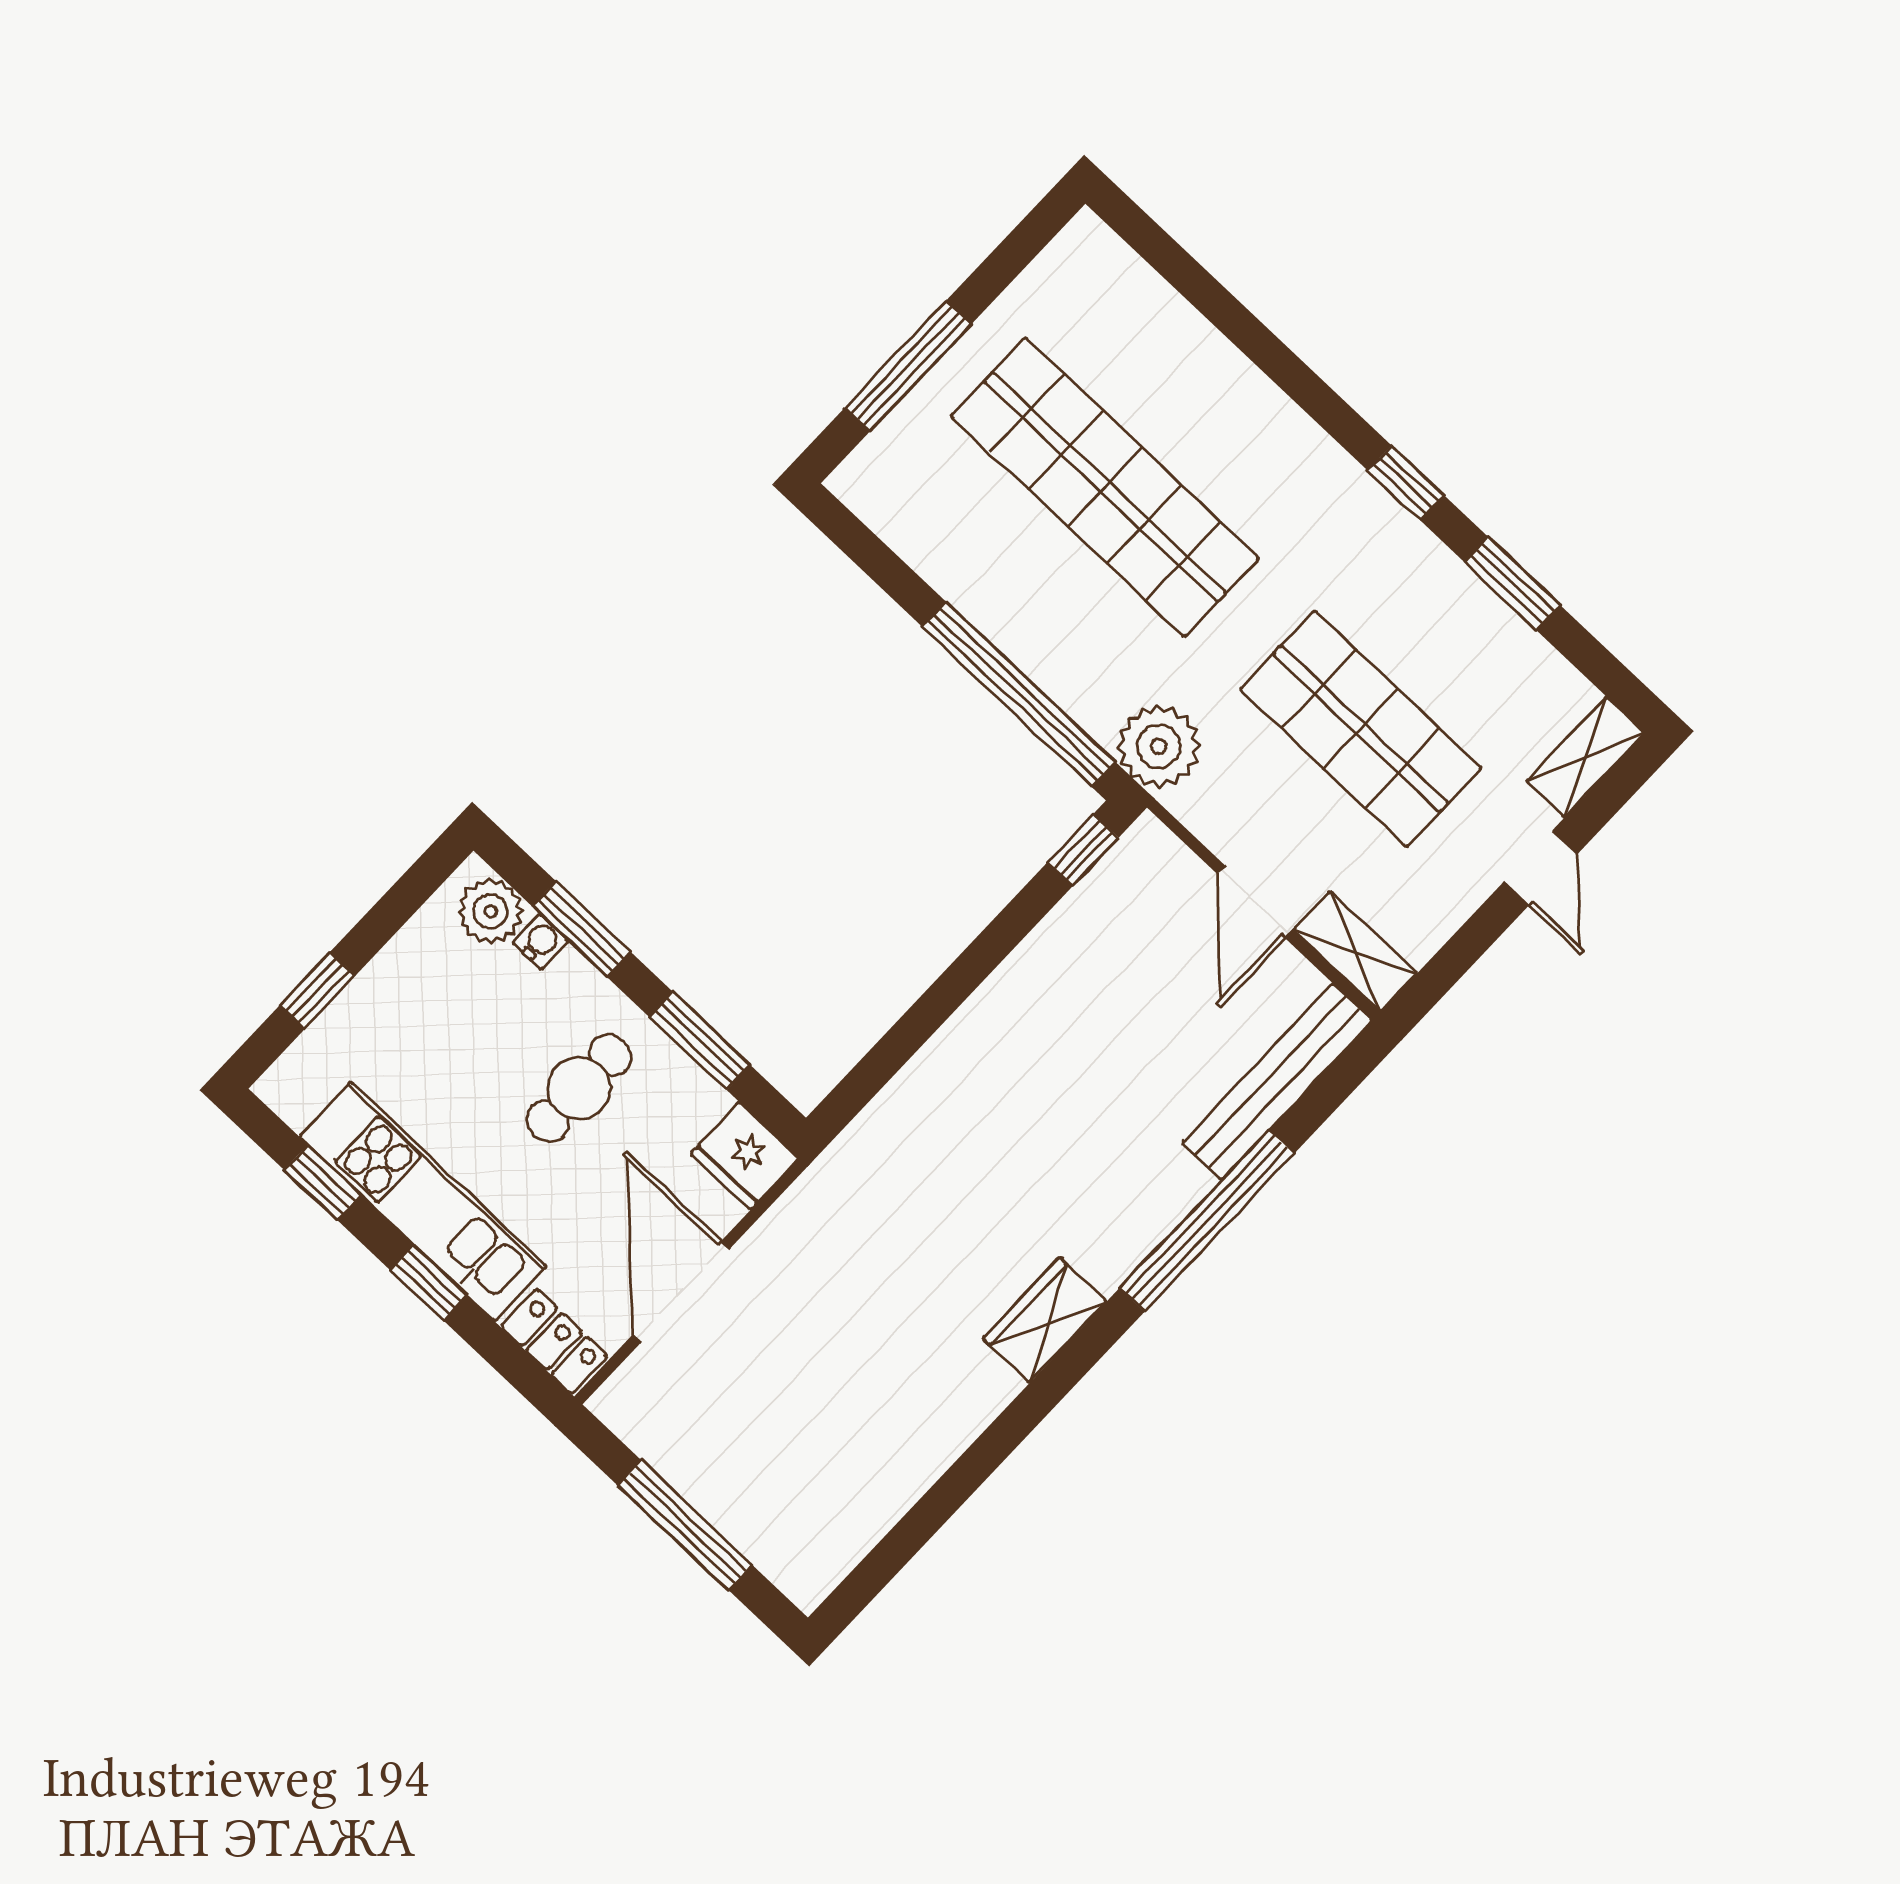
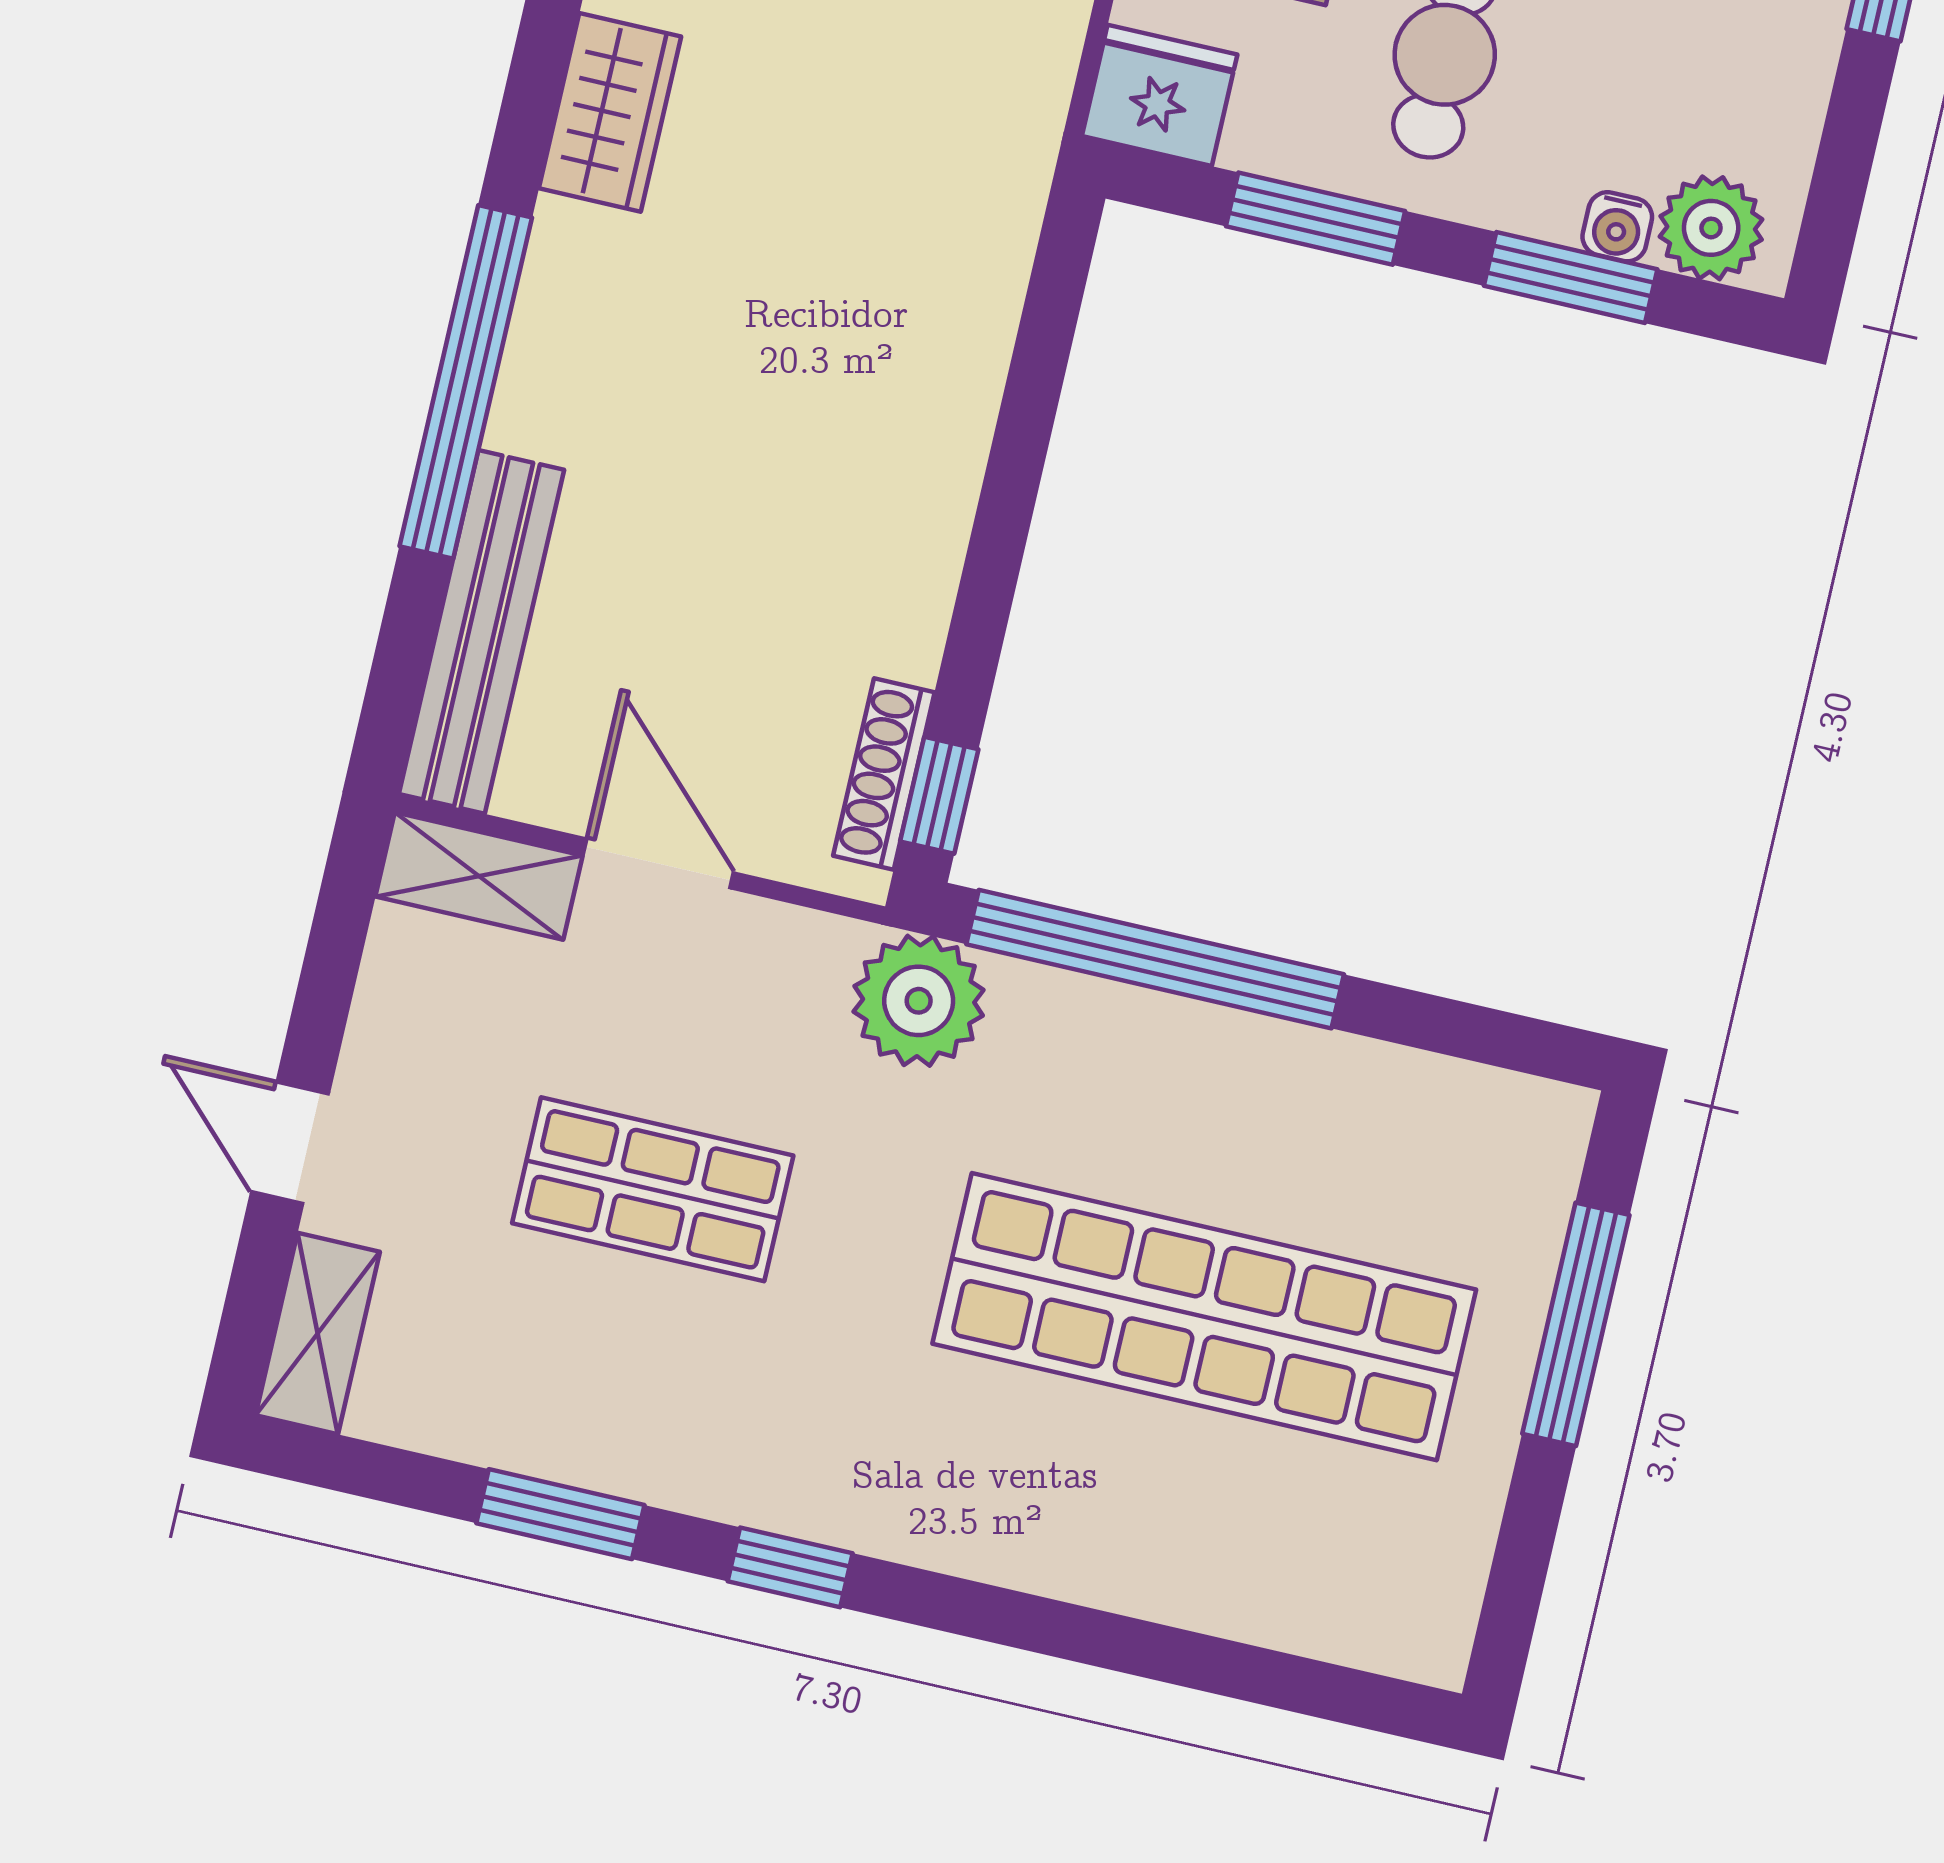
shop shelf: (1361, 729) -> (653, 1189), width x0.70, depth x0.74
shoe rack: (1106, 879) -> (884, 774), added

